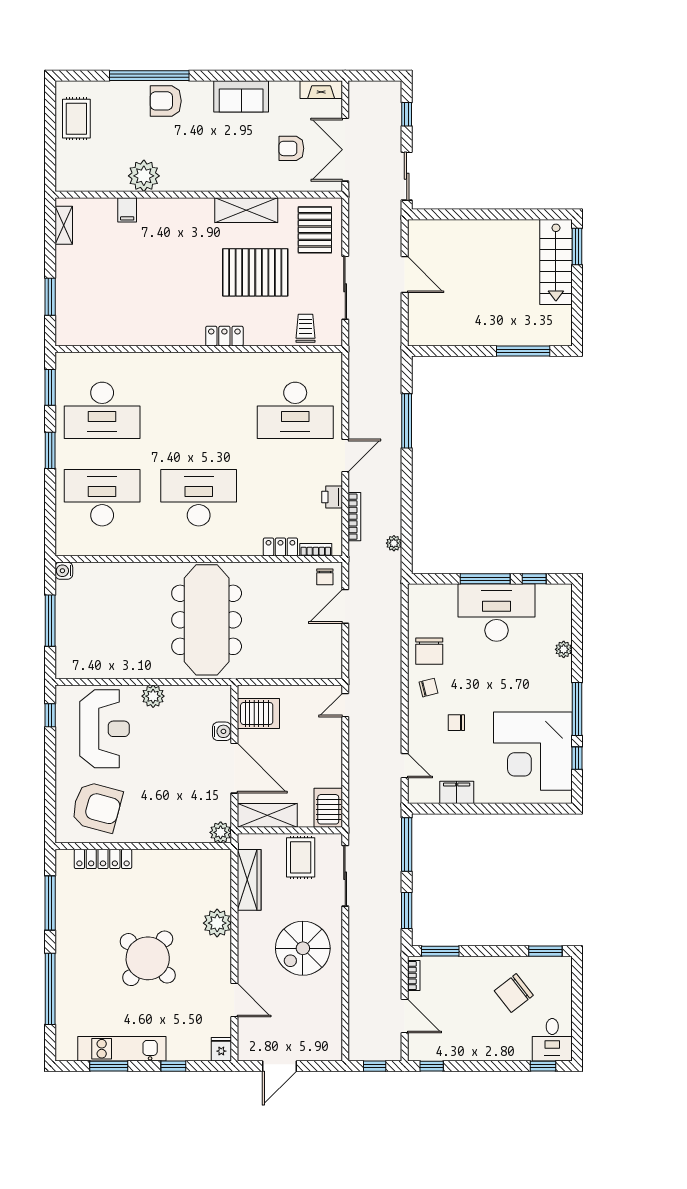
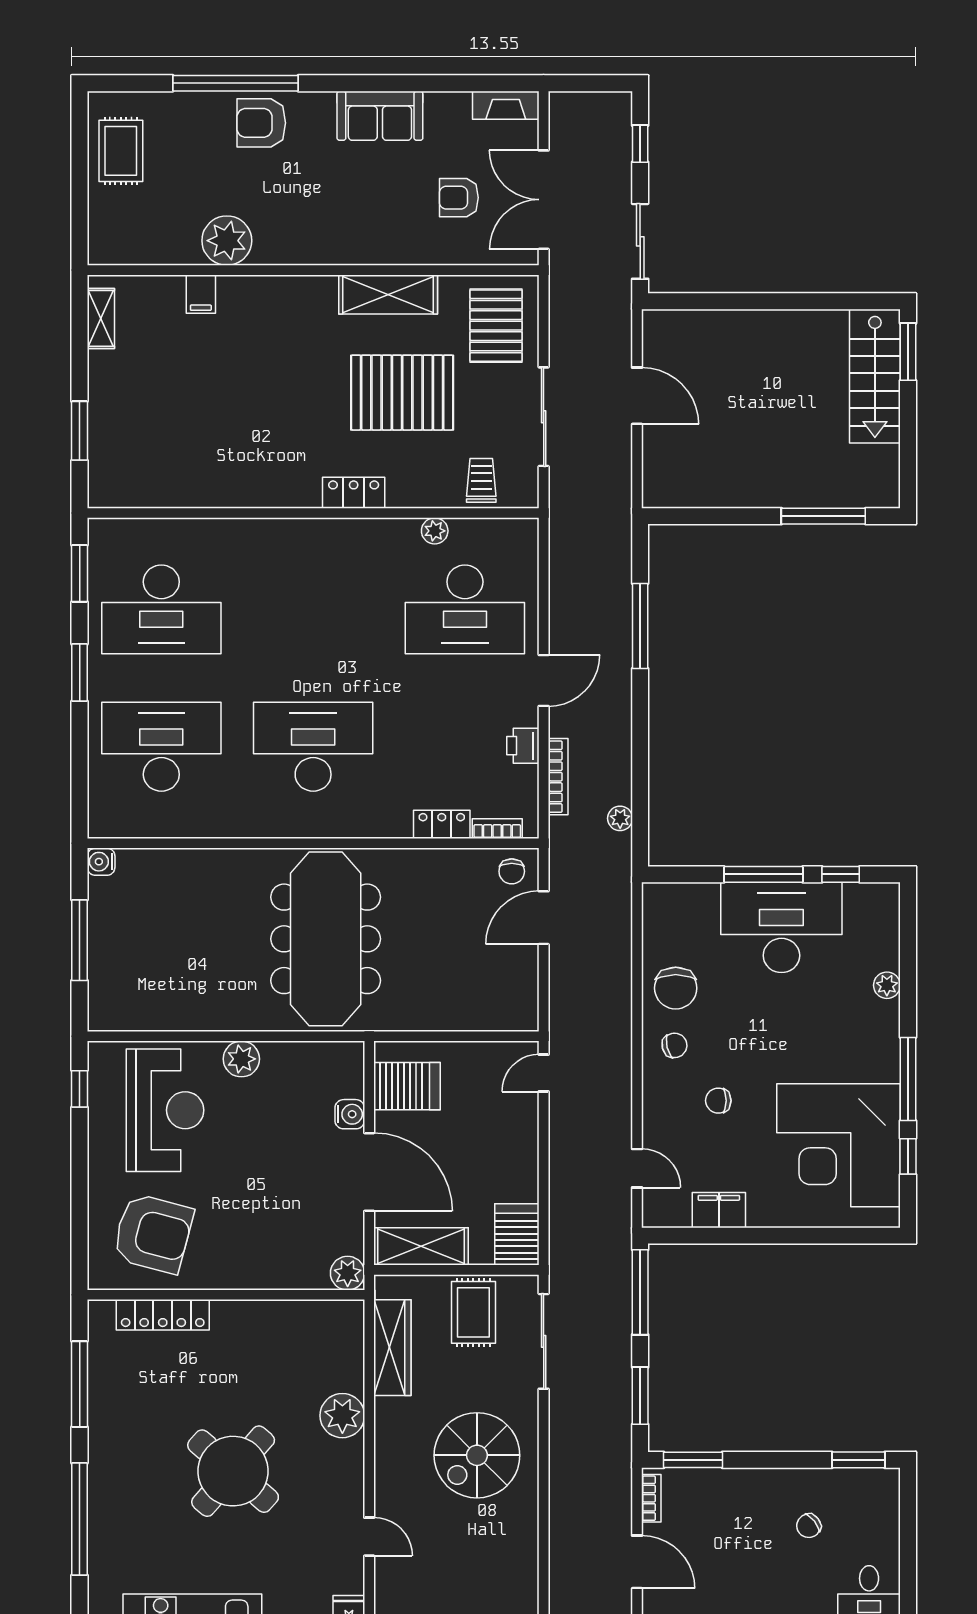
plant: (276, 360) -> (435, 531), added
chair: (514, 993) -> (809, 1526), width x0.54, depth x0.54
door: (234, 1000) -> (369, 1537), width x0.73

